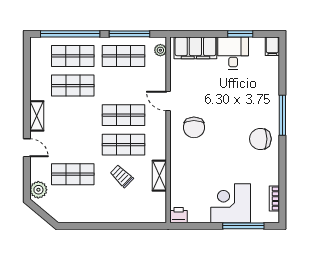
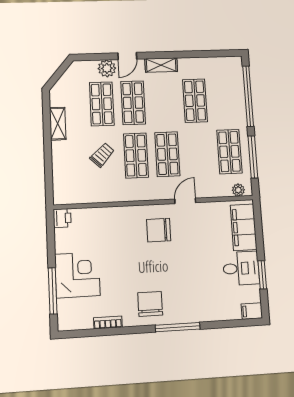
shop shelf: (73, 56) -> (133, 103), moved
shelving: (159, 176) -> (58, 124), moved, turned 90
plant: (38, 190) -> (107, 68), moved
bookcase: (274, 199) -> (108, 322), moved

